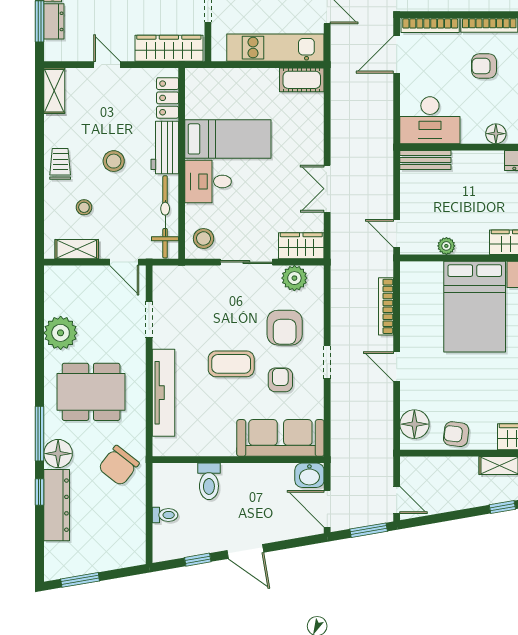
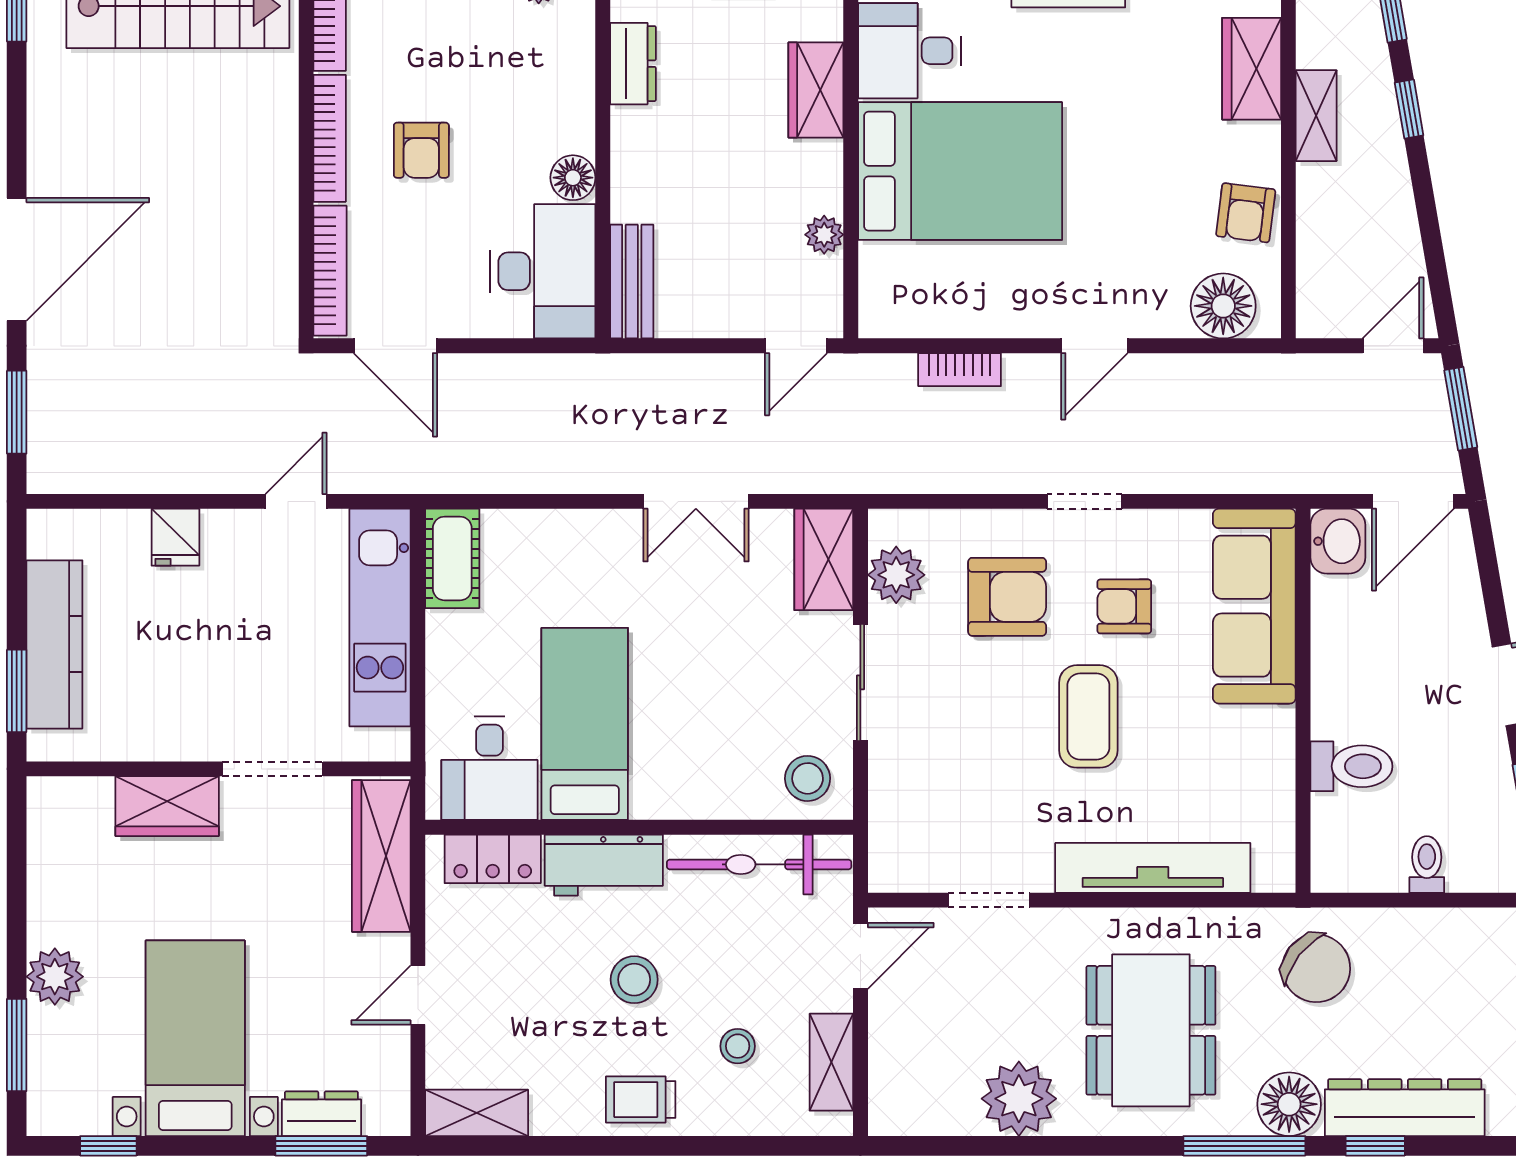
floor lamp: (496, 134) -> (573, 178), moved
desk: (208, 181) -> (490, 768), moved
bookcase: (386, 306) -> (960, 370), width x0.64

